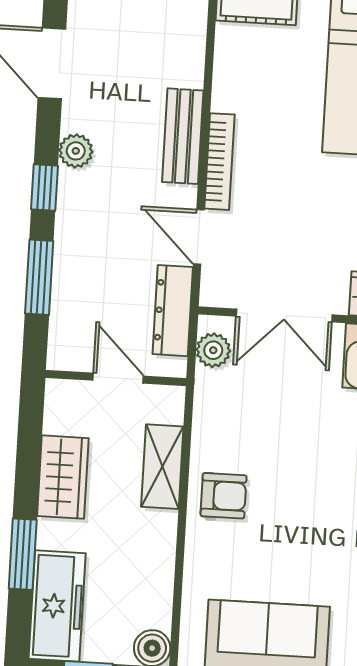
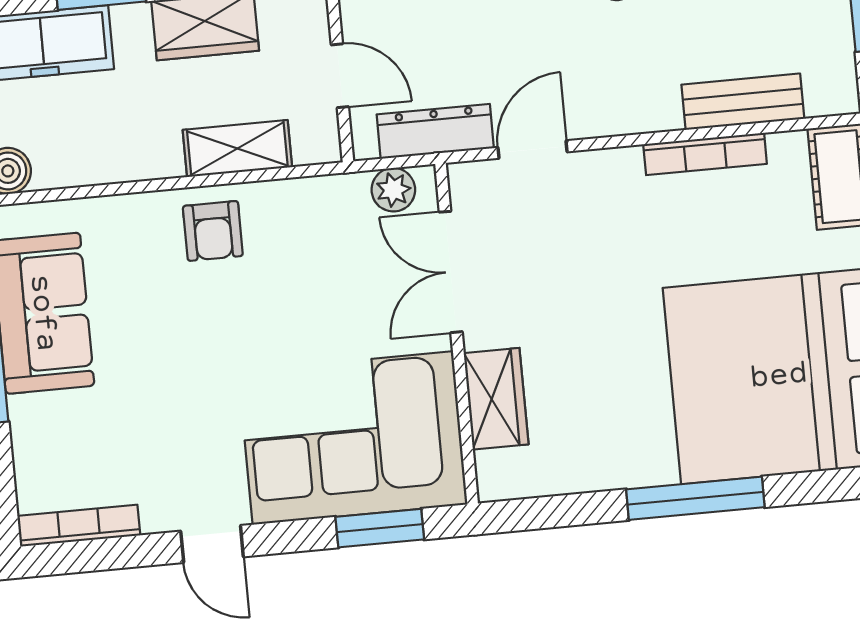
bench: (183, 136) -> (743, 102), moved
bookcase: (220, 162) -> (705, 154), moved
door: (118, 378) -> (340, 76), hinge flipped

